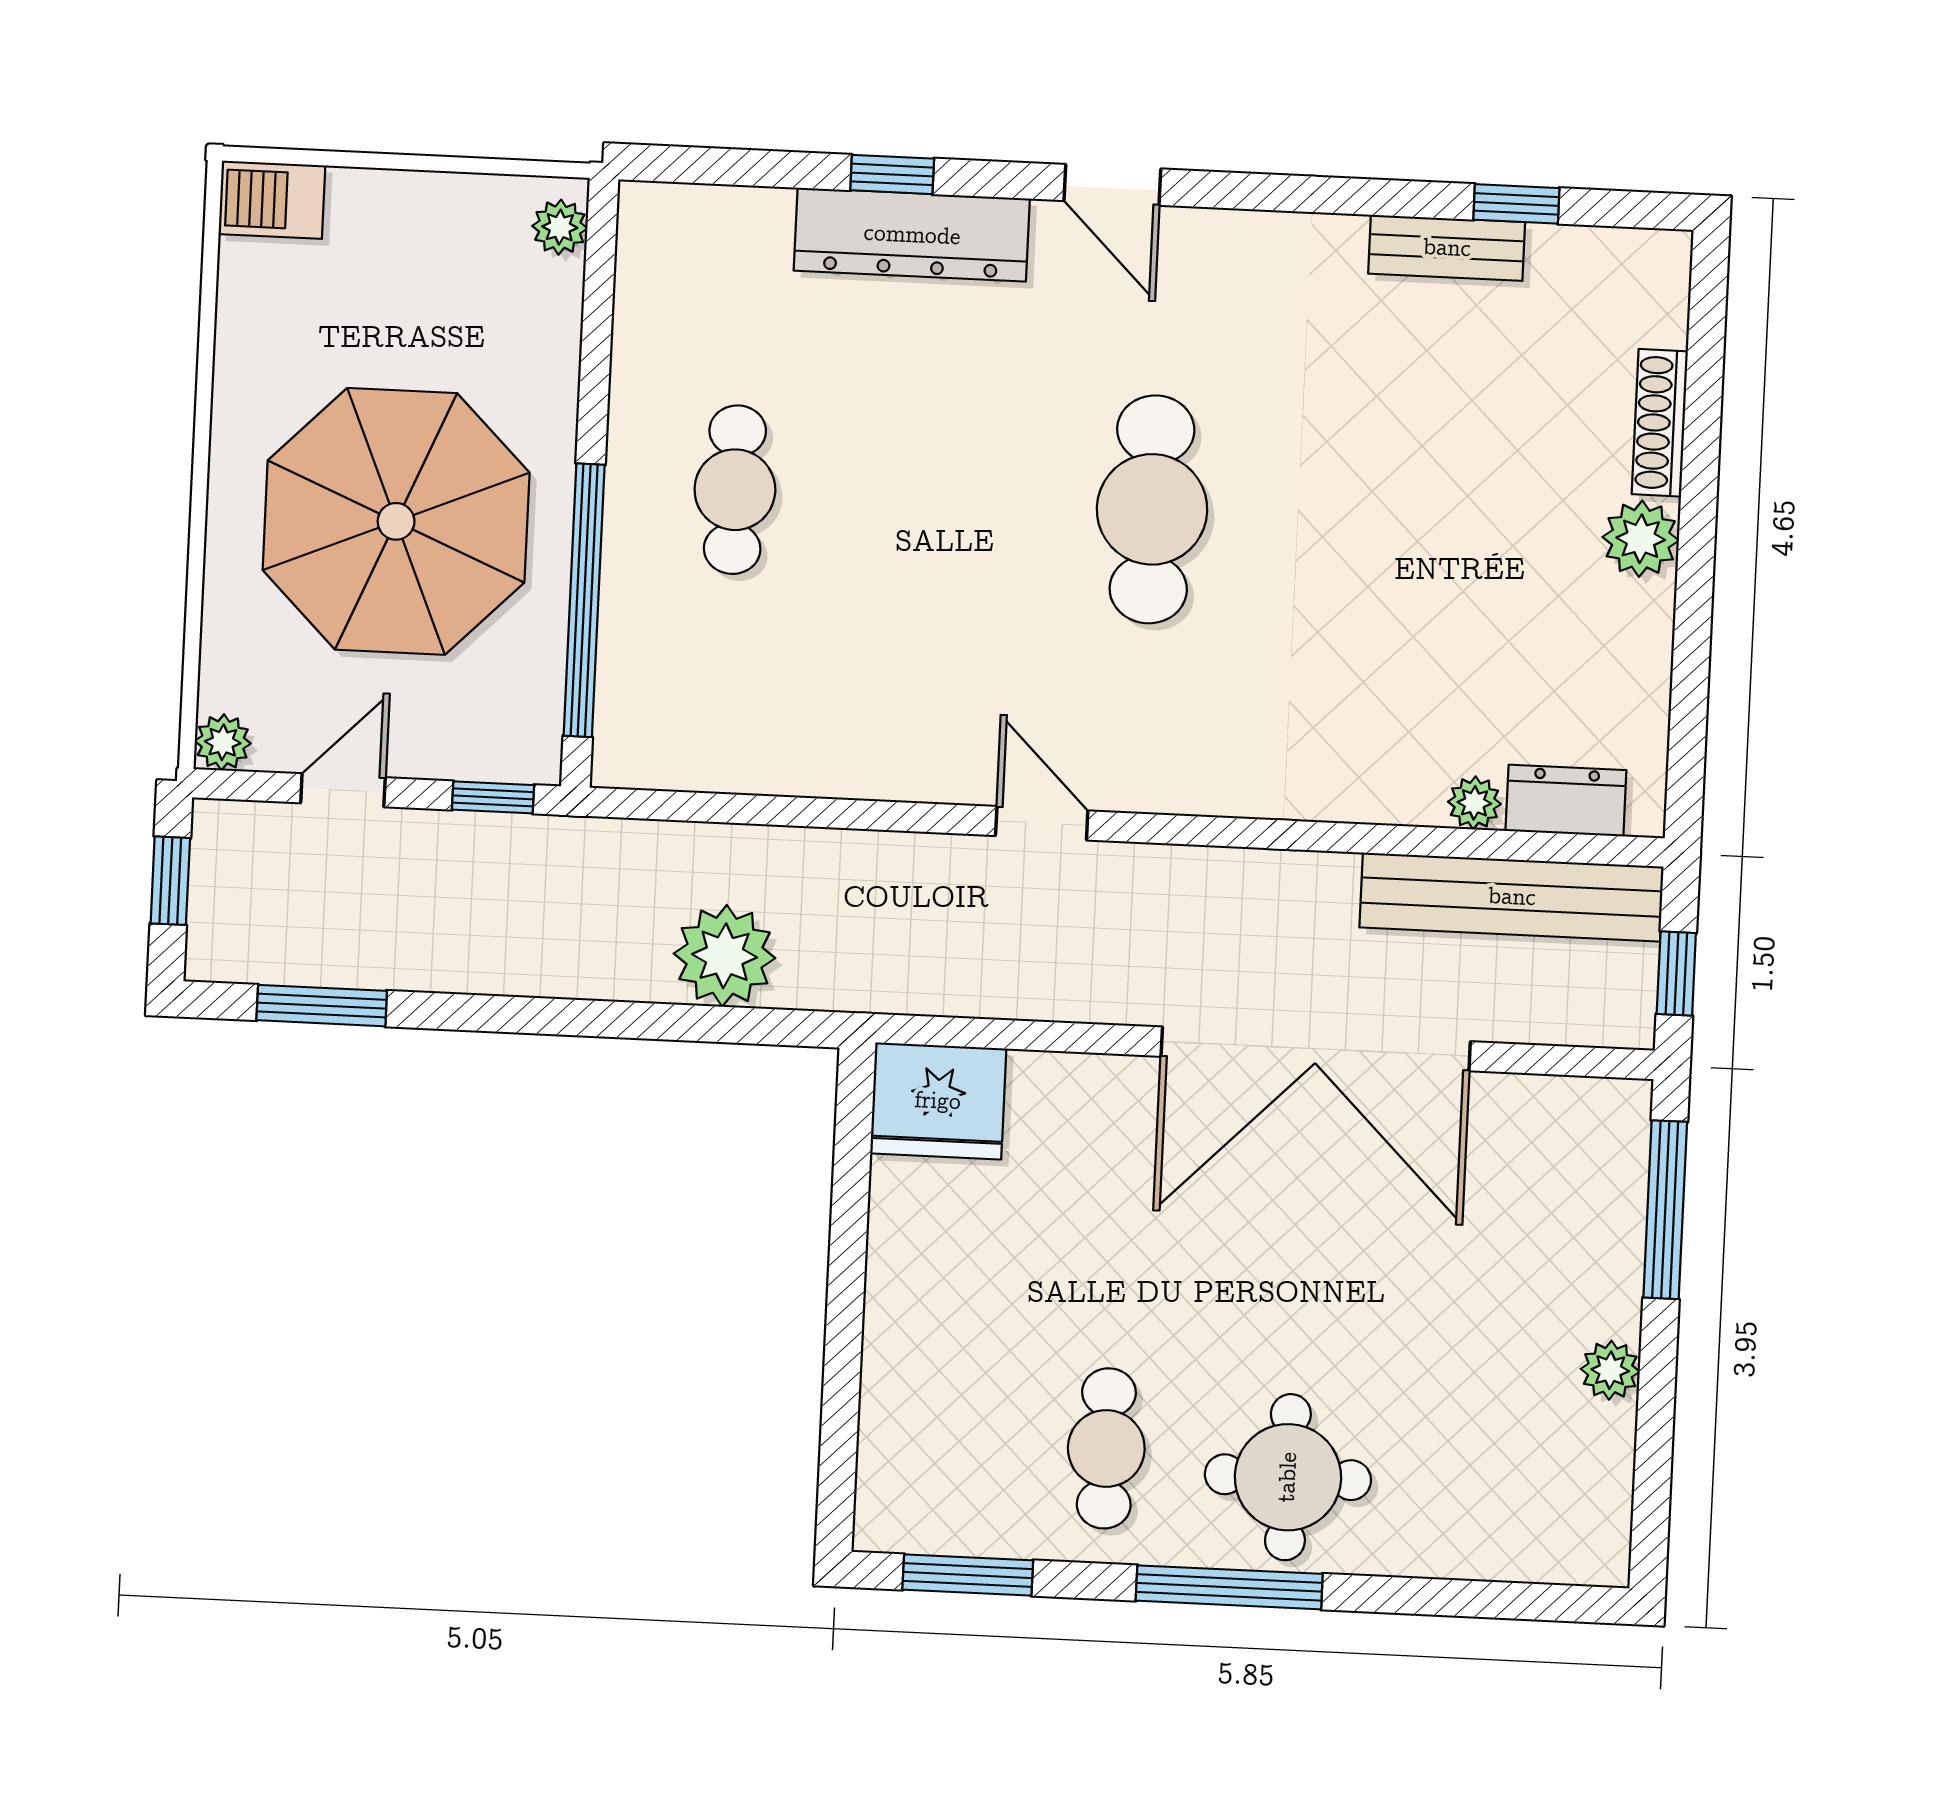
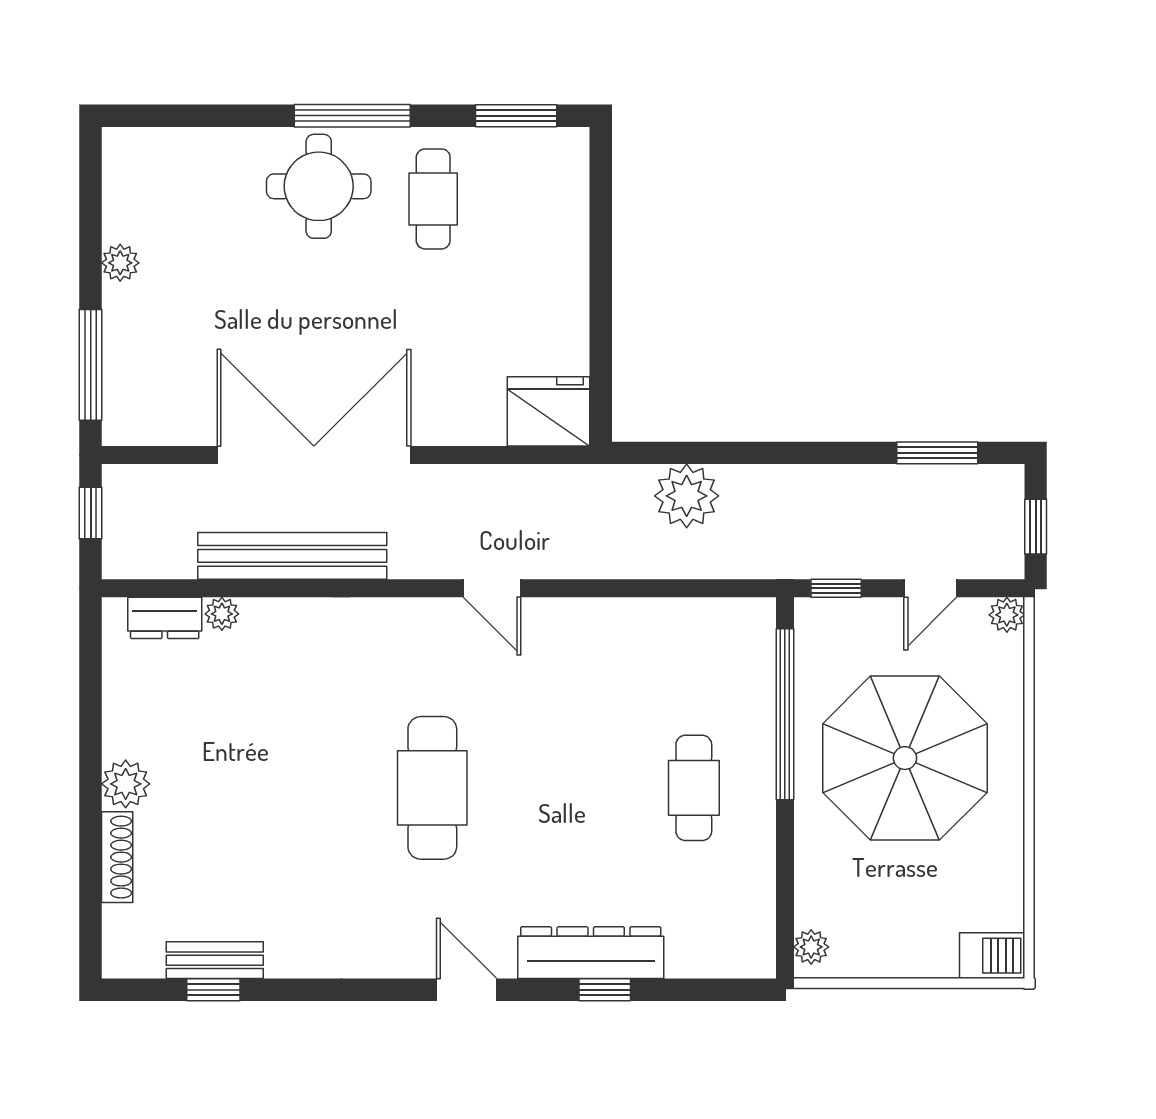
bench: (1447, 248) -> (215, 960), moved
bench: (1512, 897) -> (292, 556), moved

